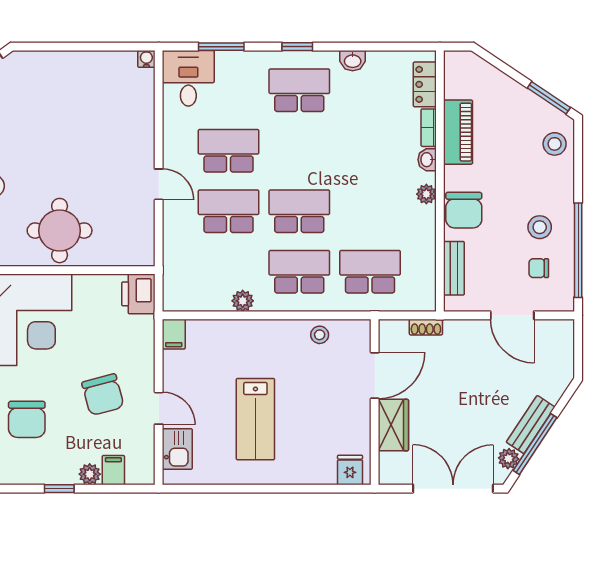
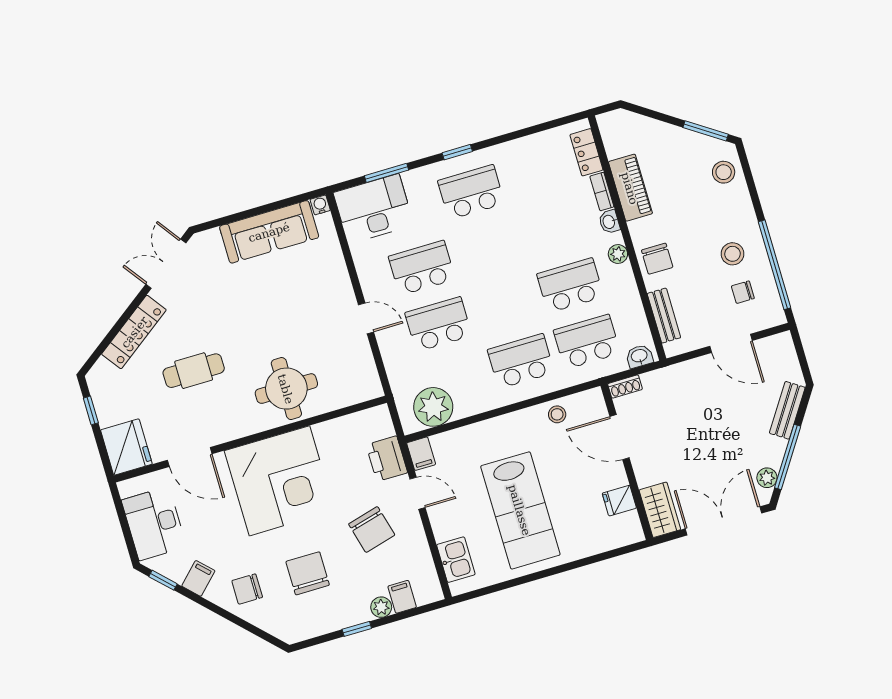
washbasin: (353, 61) -> (639, 356), moved, turned 180
sofa: (88, 71) -> (269, 232), added
desk: (188, 78) -> (374, 209), width x1.37
chair: (464, 210) -> (657, 259), width x0.73, depth x0.73
school desk: (299, 211) -> (570, 285), moved
printer: (138, 294) -> (387, 459), moved
plant: (243, 301) -> (433, 407), moved, width x1.88, depth x1.88
shoe rack: (426, 327) -> (625, 386), moved
door: (375, 375) -> (619, 437), swing flipped
door: (159, 408) -> (418, 493), moved
chair: (27, 419) -> (308, 573), turned 180
lab bench: (255, 419) -> (520, 510), width x1.36, depth x1.39
wardrobe: (393, 425) -> (660, 510), moved
bench: (531, 425) -> (787, 410), moved
fridge: (350, 470) -> (619, 501), moved, turned -90

